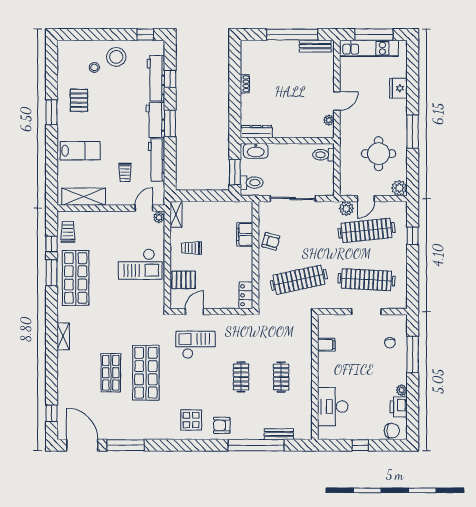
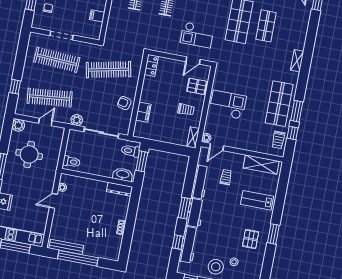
bench: (315, 46) -> (66, 247), width x1.36
plant: (346, 208) -> (77, 120), moved

